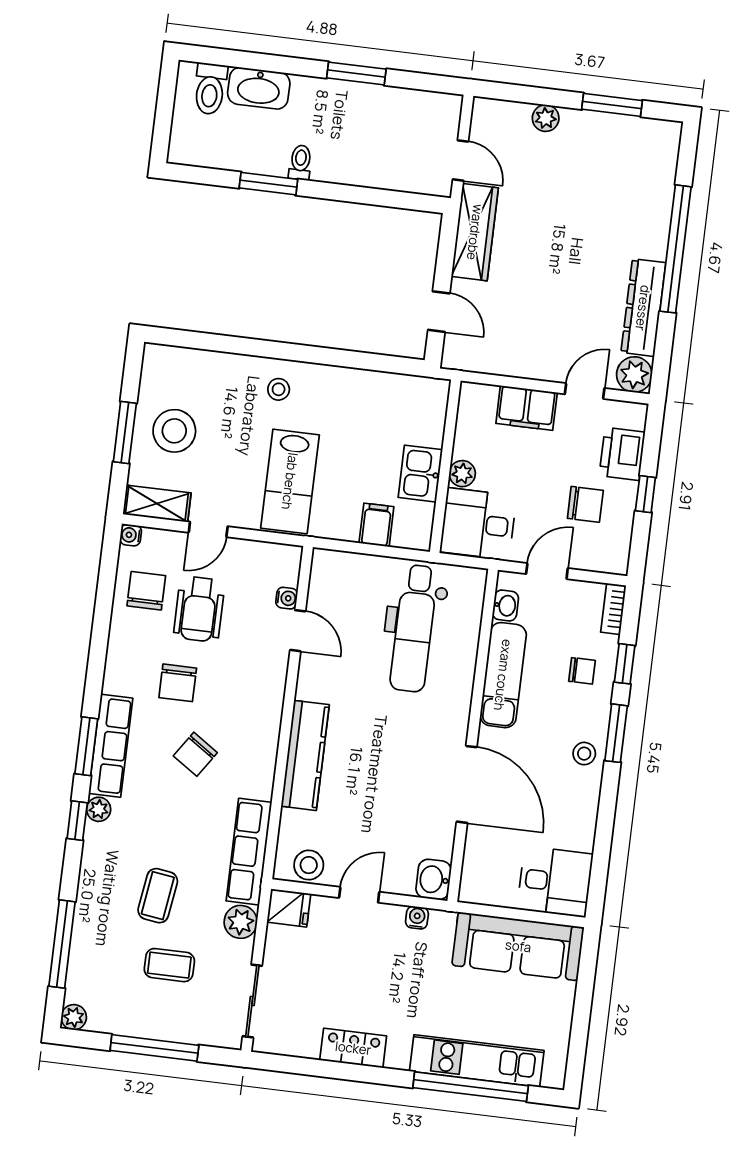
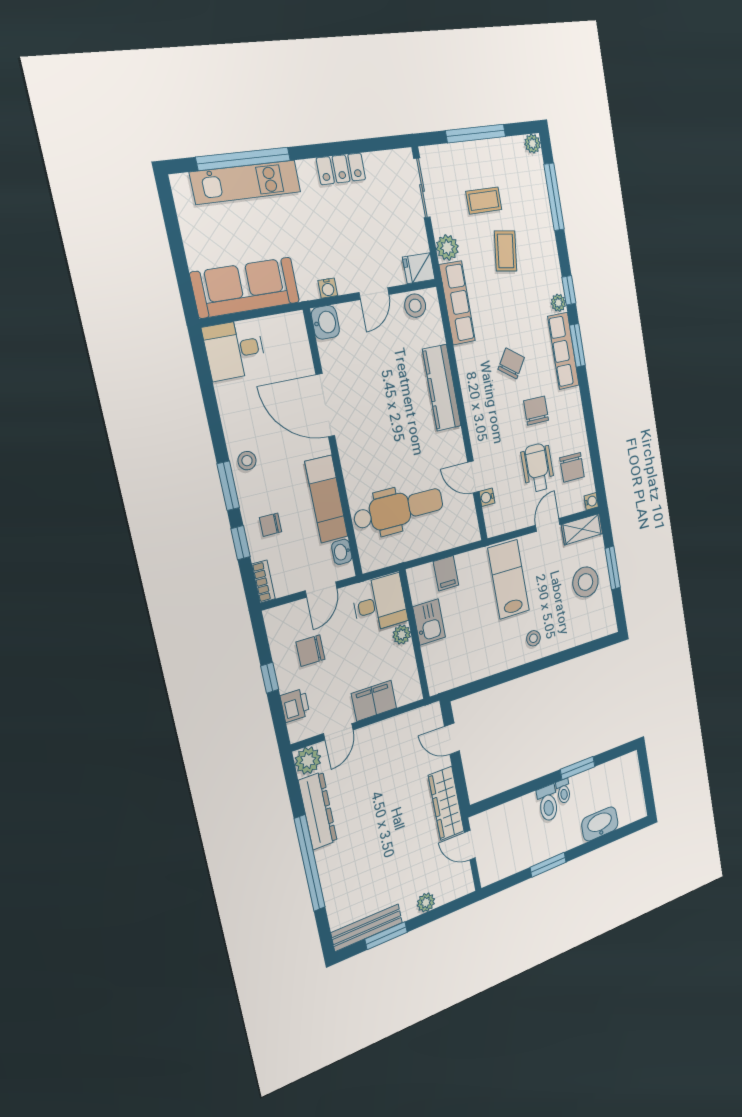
toilet: (210, 89) -> (548, 803), moved, turned 180
bench: (633, 129) -> (367, 928), added
printer: (622, 454) -> (295, 705), width x0.73, depth x0.81
dental chair: (414, 628) -> (399, 509), turned 90

